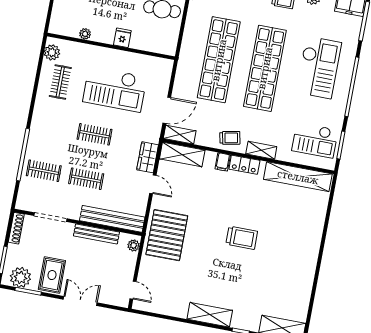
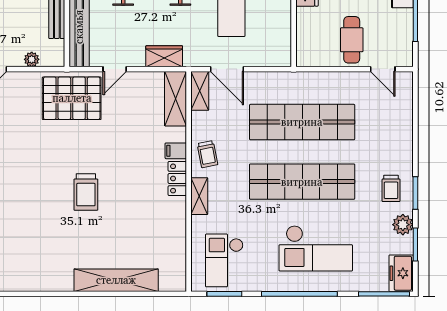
shelving: (298, 177) -> (116, 280), moved, turned 90
door: (153, 184) -> (115, 69), moved
plant: (134, 245) -> (32, 59), moved

